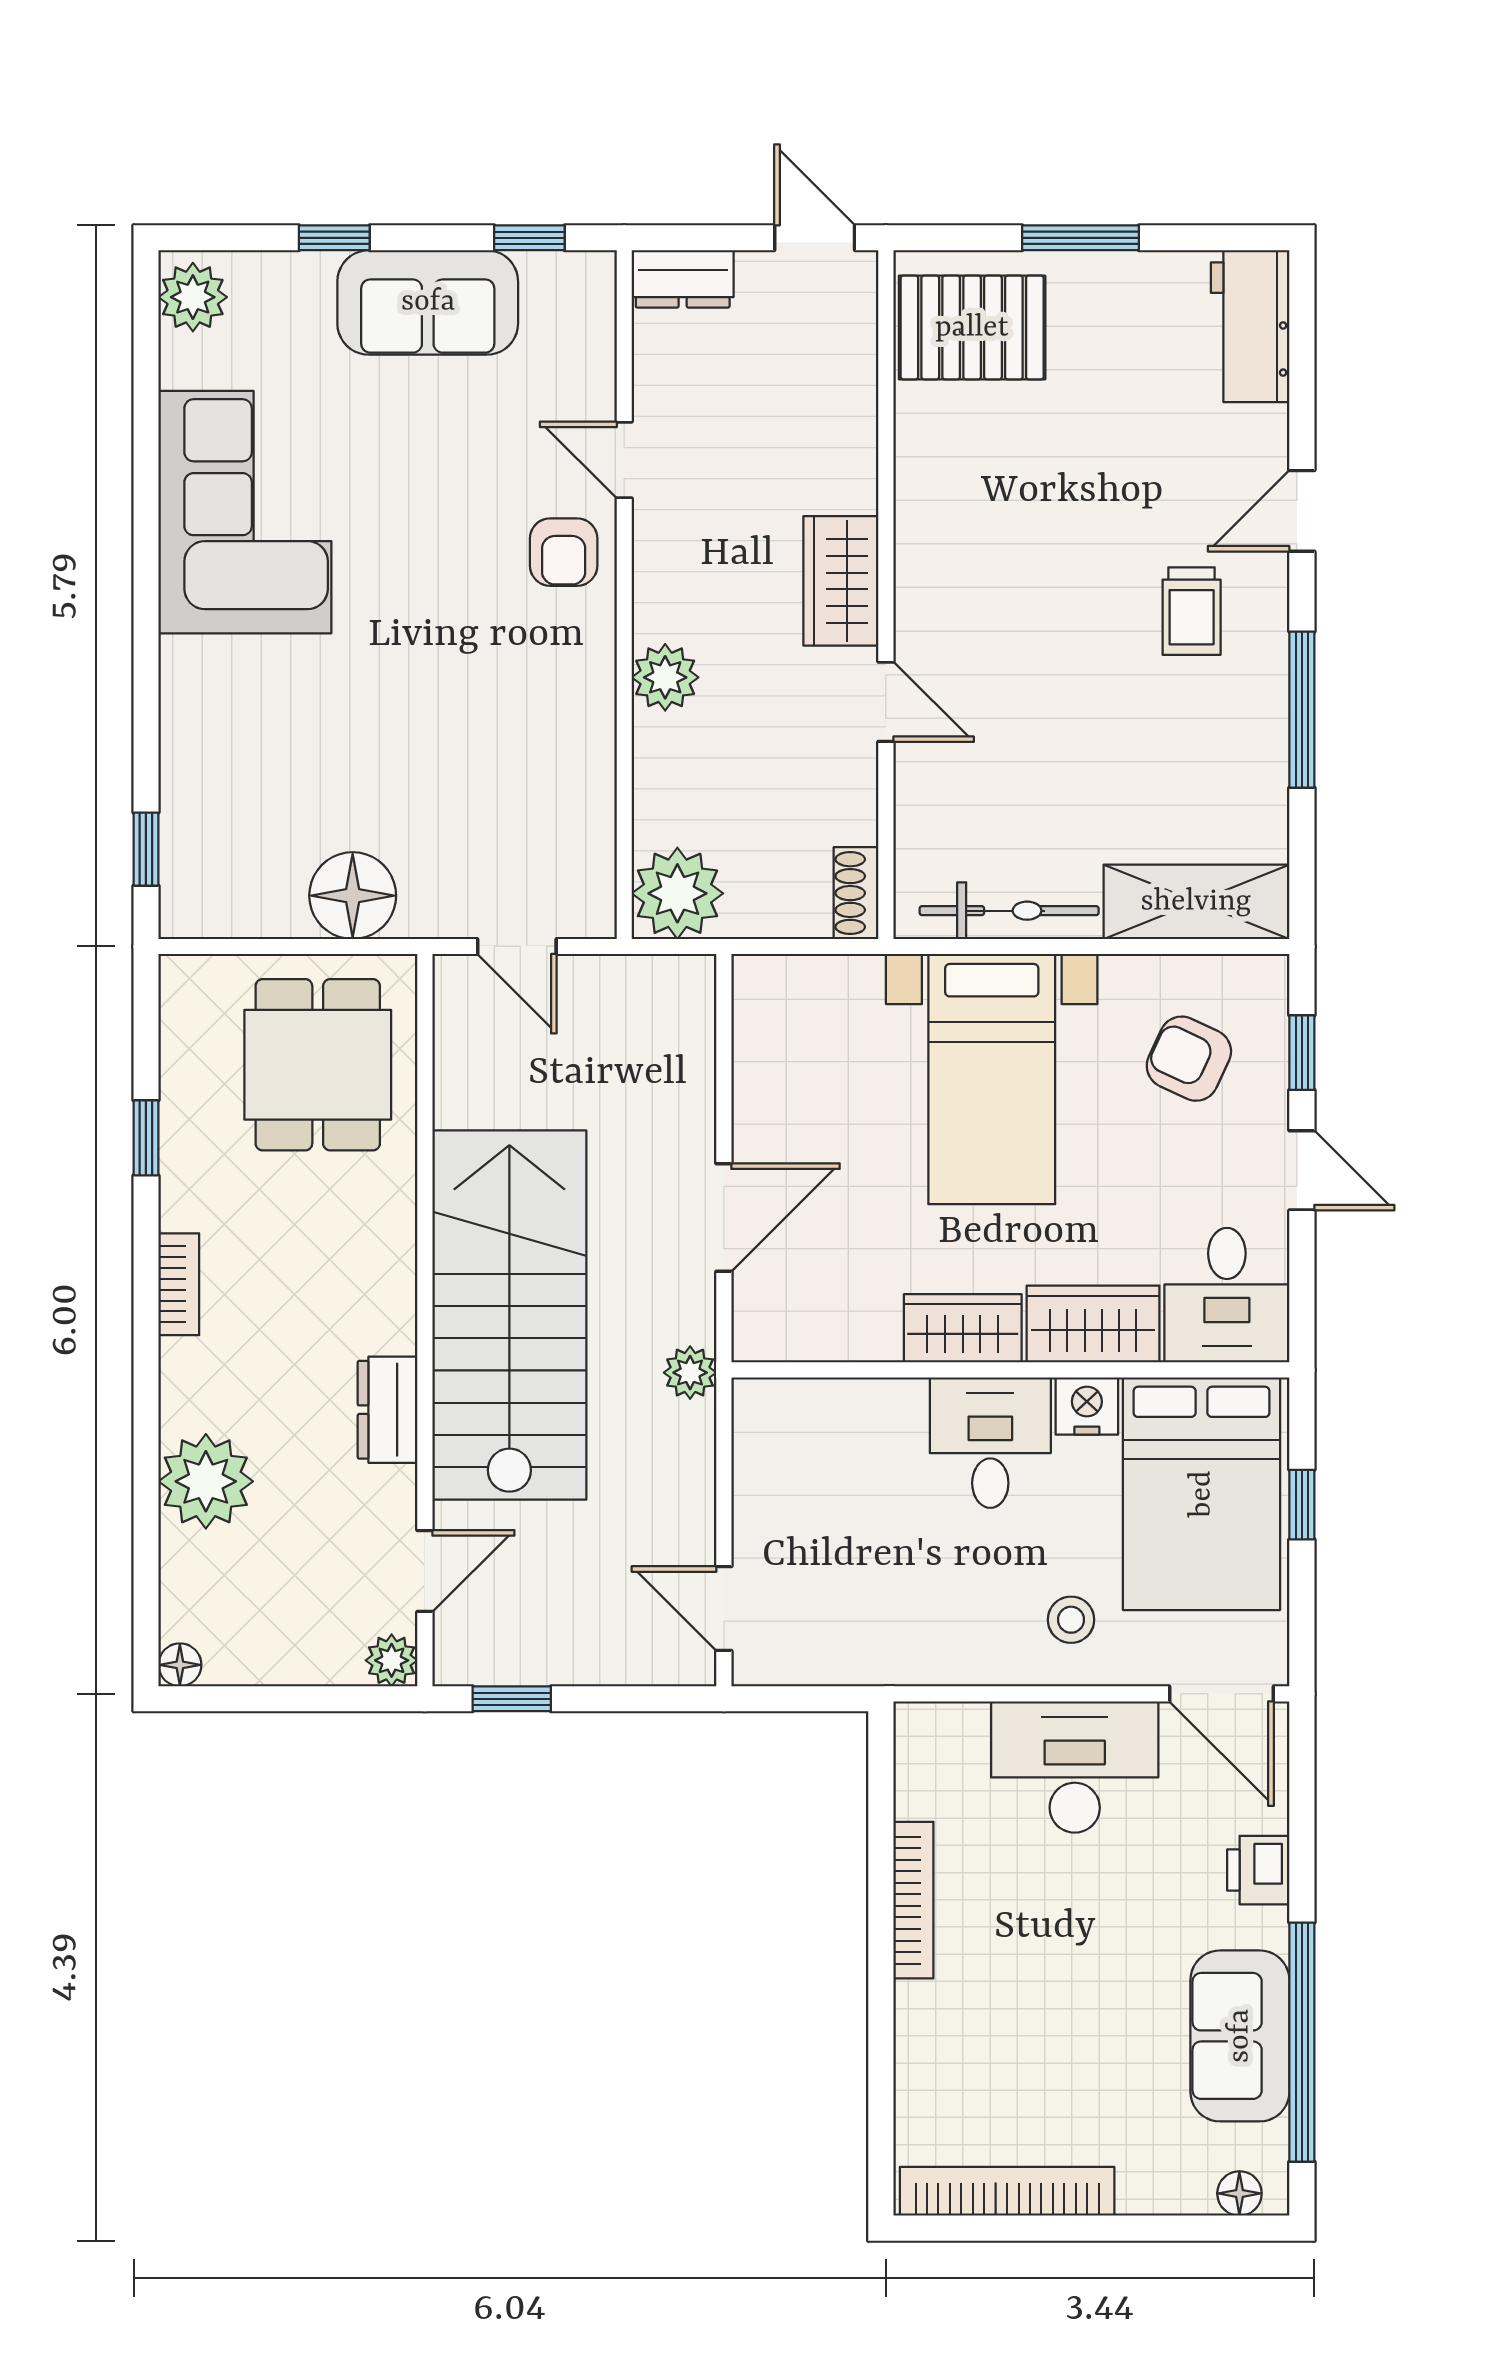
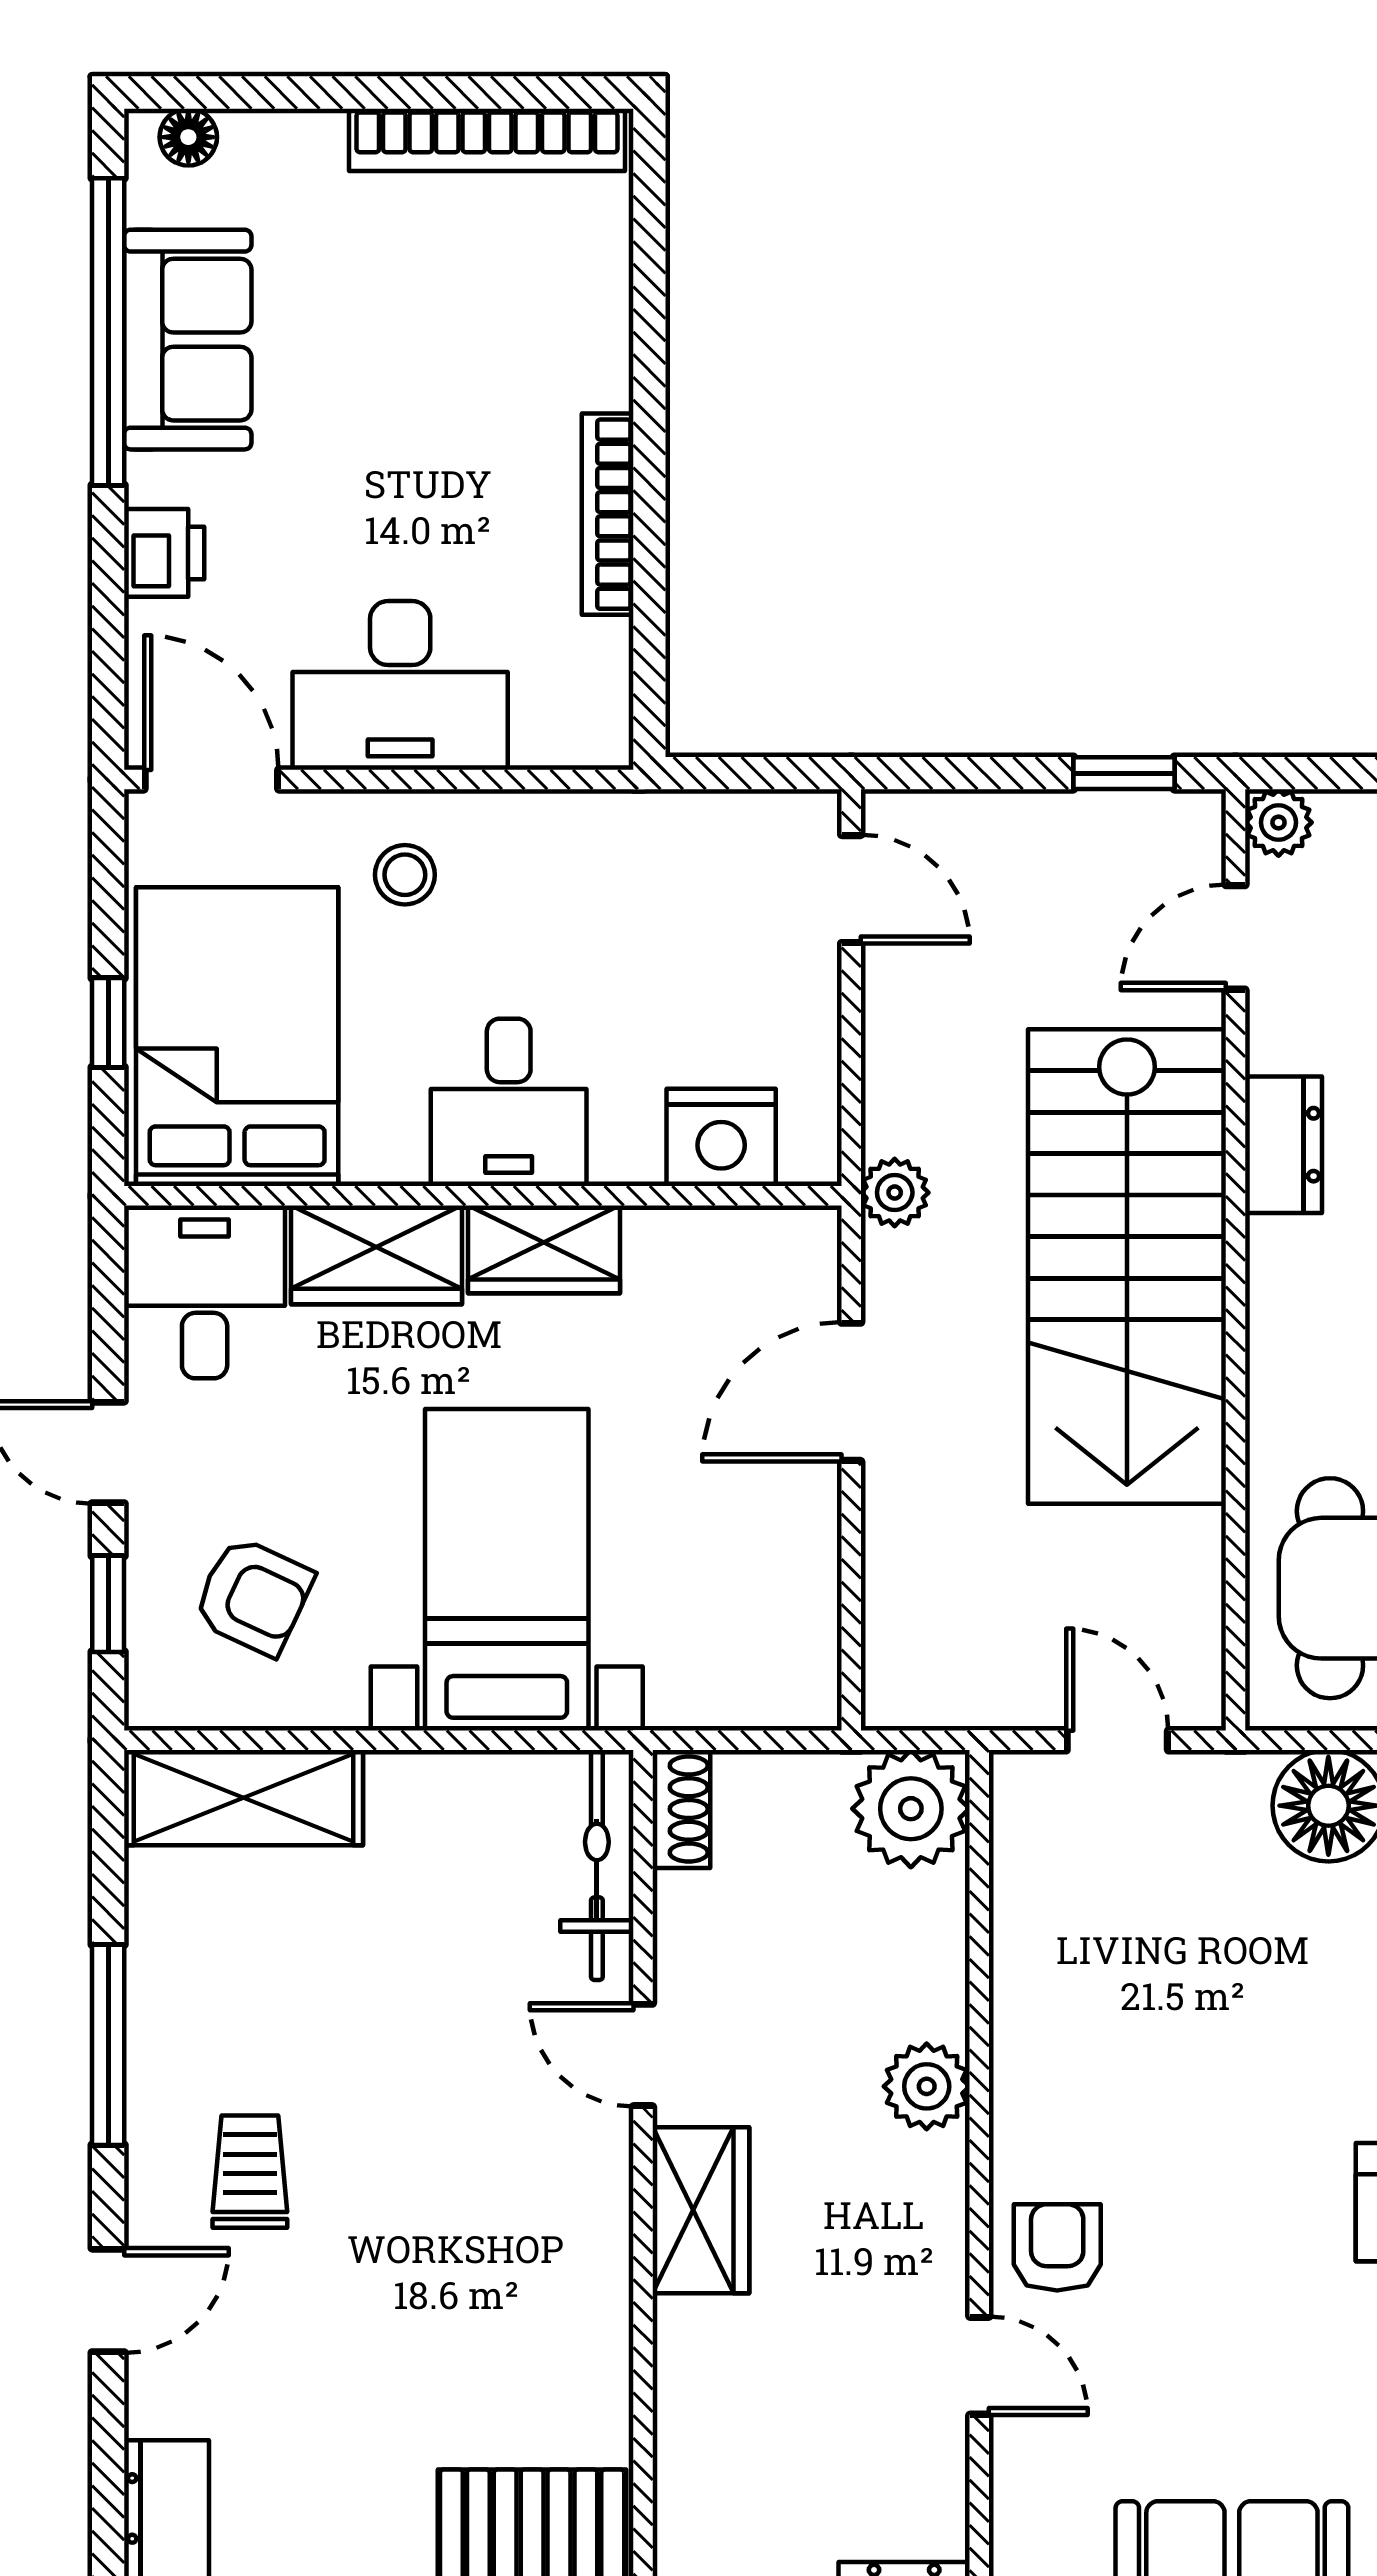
bicycle: (1009, 911) -> (597, 1865), moved, turned 90
nightstand: (1087, 1406) -> (721, 1137), moved, width x1.36, depth x1.33

